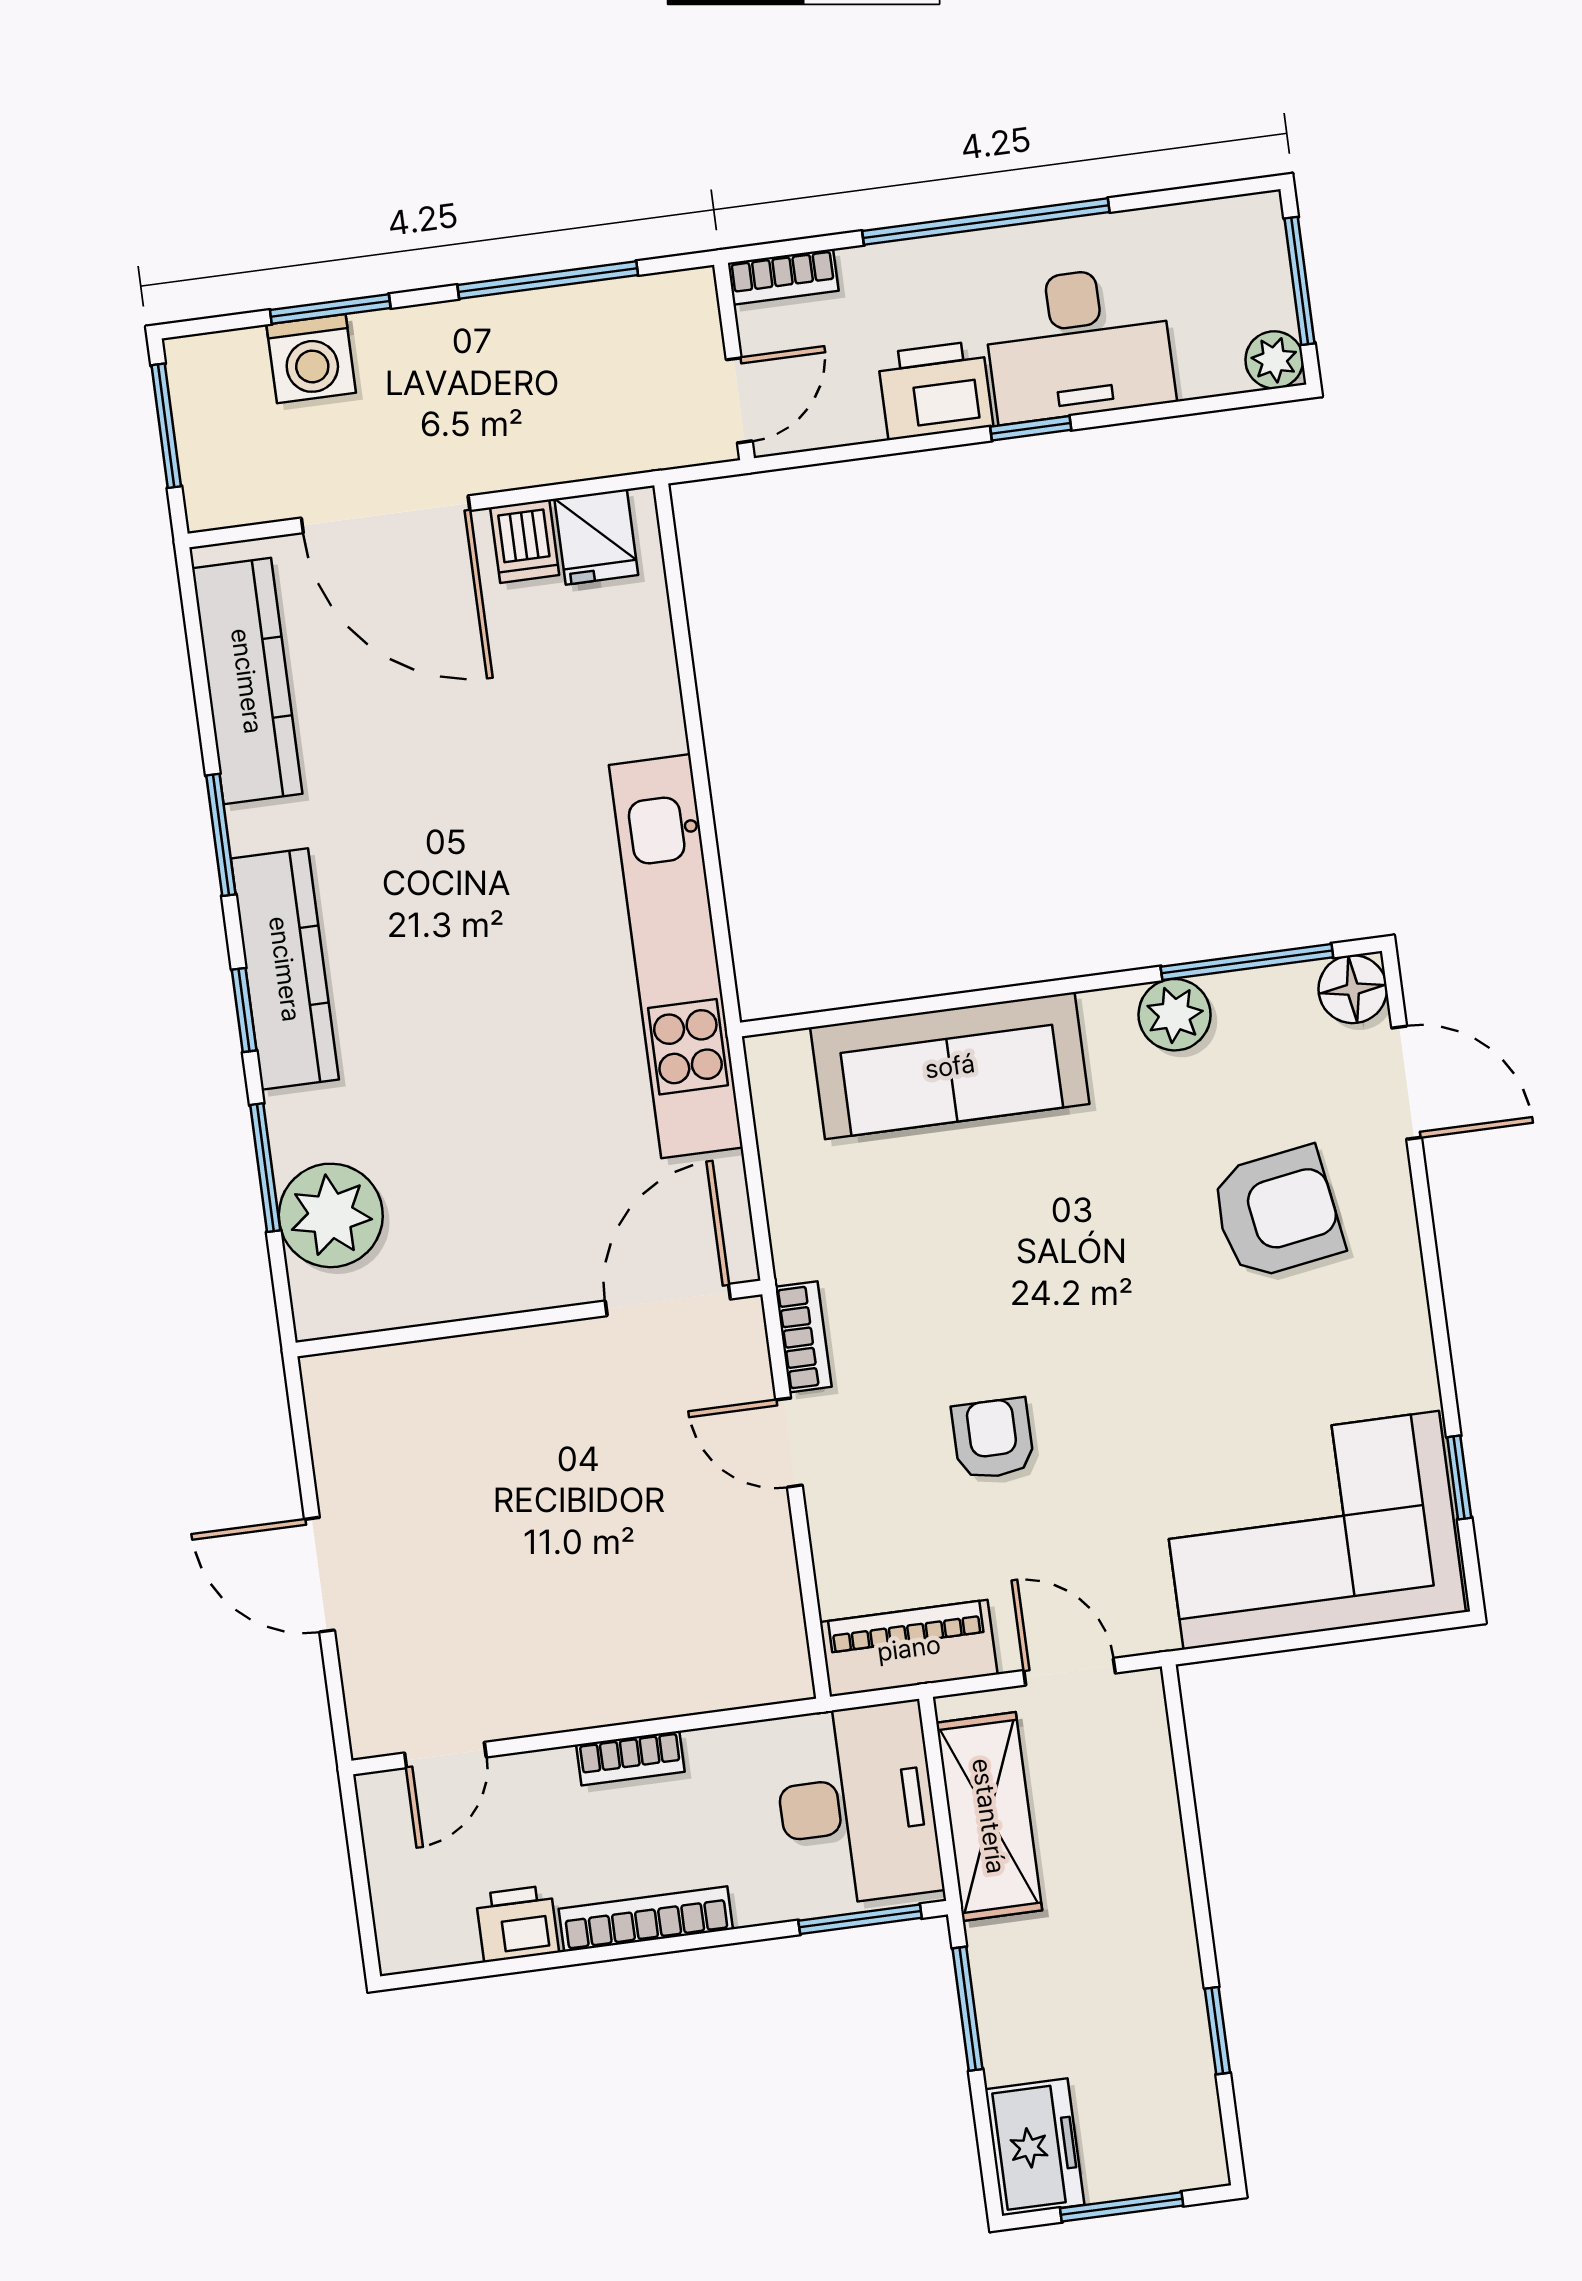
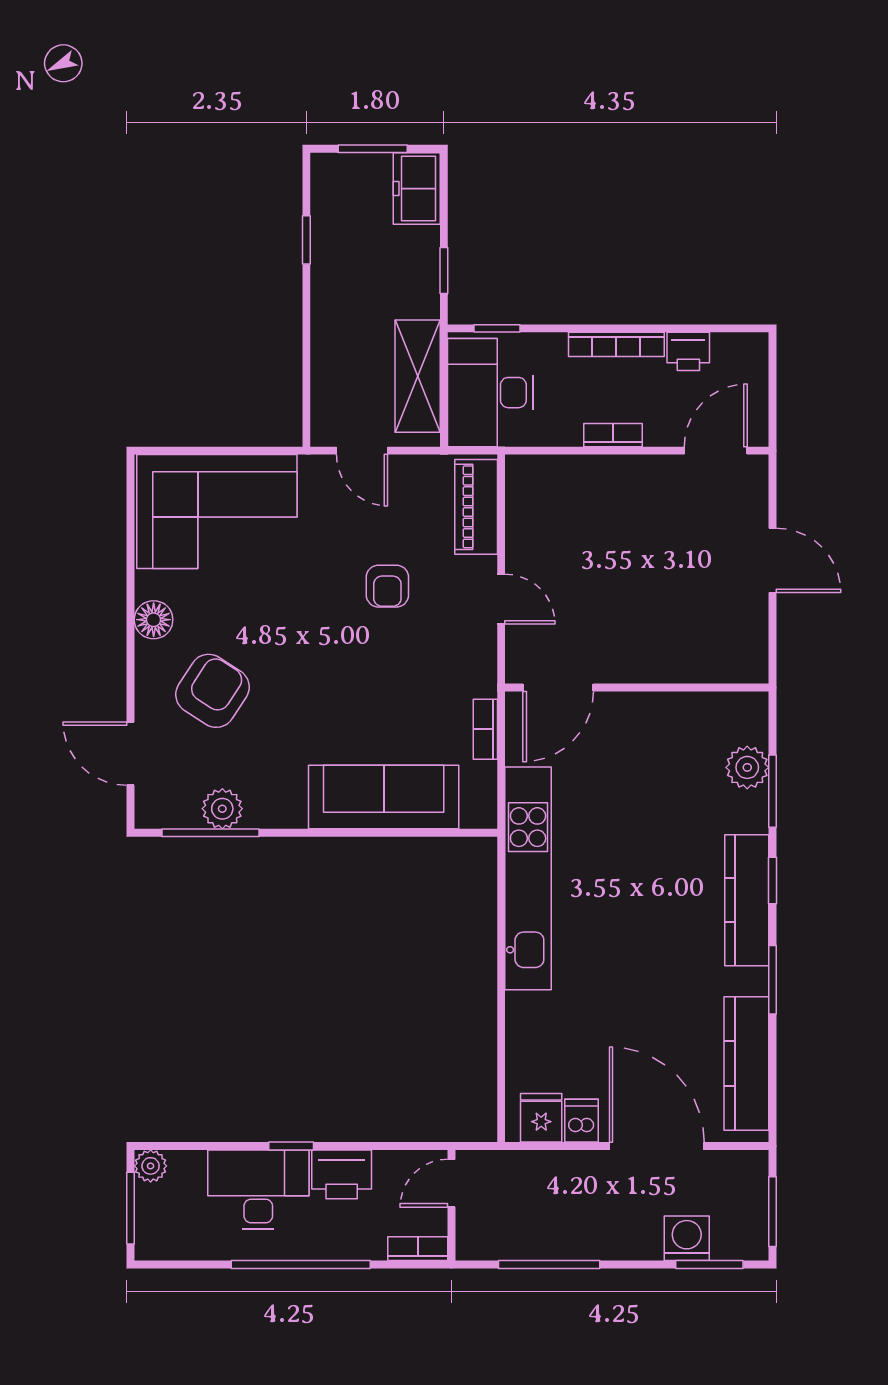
window: (330, 309) -> (709, 1264), moved
floor lamp: (1353, 989) -> (154, 620), moved
plant: (1175, 1015) -> (222, 809), moved
armchair: (1277, 1213) -> (212, 691), turned 132
plant: (331, 1215) -> (747, 767), width x0.73, depth x0.73
bookcase: (803, 1337) -> (485, 729), moved
window: (1459, 1477) -> (131, 530), removed
piano: (909, 1648) -> (476, 507), moved, turned 90
door: (445, 1755) -> (716, 451), width x1.37
window: (860, 1919) -> (497, 328), width x0.67
window: (967, 2009) -> (444, 271), width x0.67

